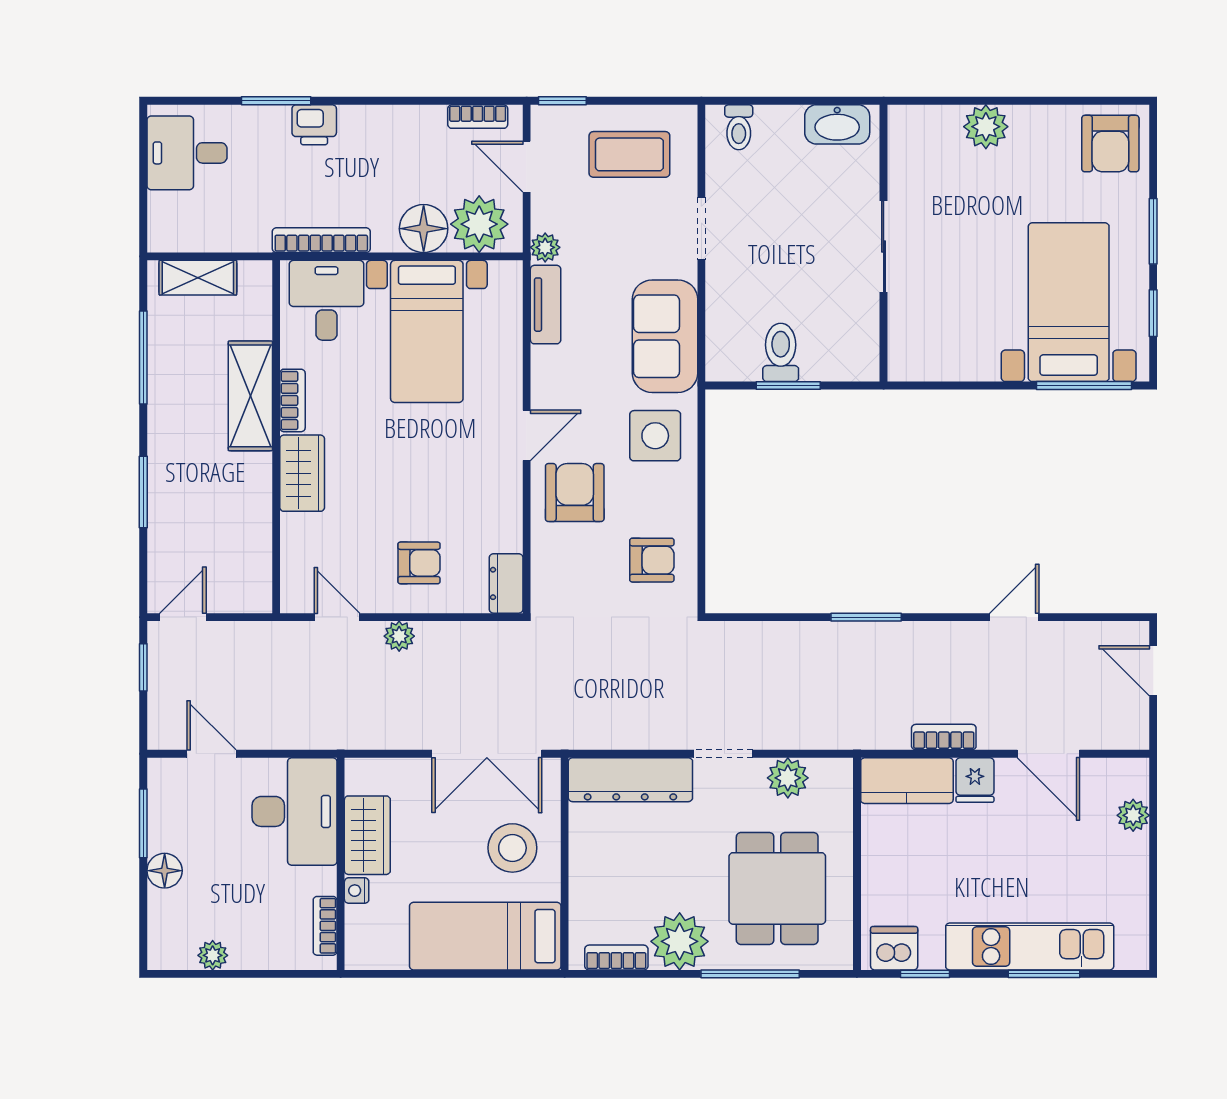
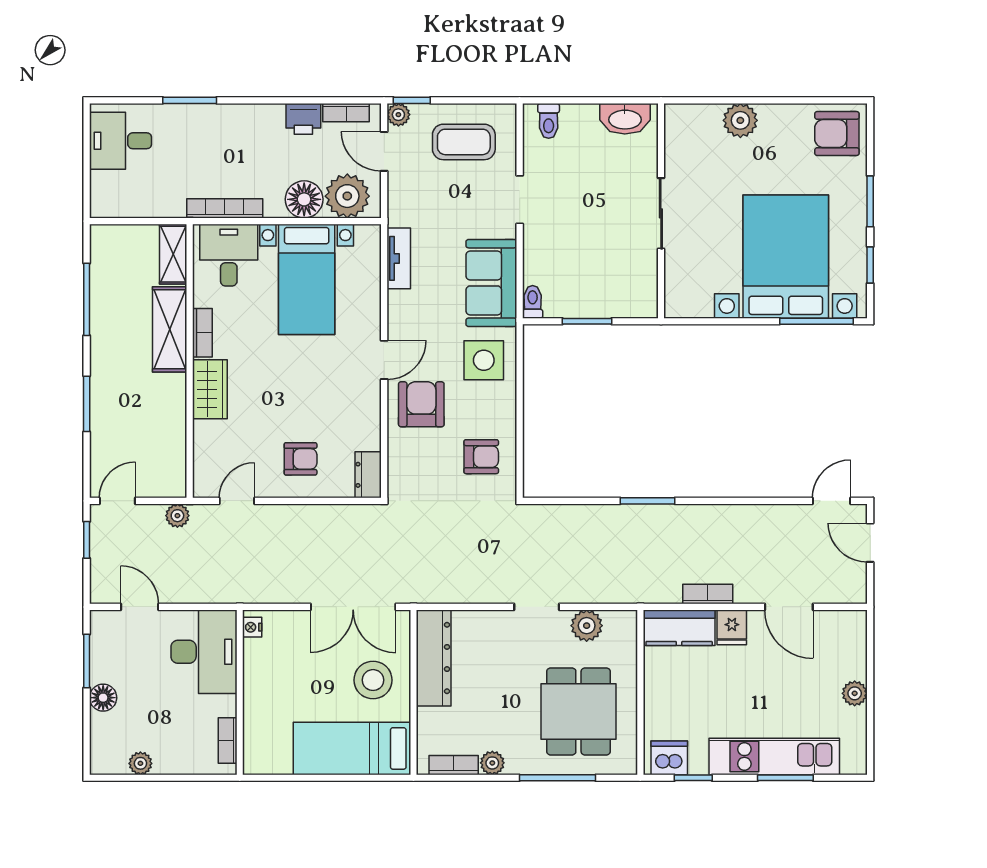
printer: (314, 125) -> (303, 119), moved
armchair: (1110, 144) -> (837, 134), turned 90
plant: (545, 247) -> (398, 115), moved
shelving: (198, 278) -> (173, 254), moved, turned 90
bed with nightstands: (1069, 302) -> (786, 257), width x1.36
toilet: (781, 352) -> (533, 302), moved, width x0.73, depth x0.72
door: (337, 617) -> (237, 501), hinge flipped
door: (1014, 617) -> (832, 501), moved
plant: (399, 636) -> (177, 516), moved
dresser: (630, 780) -> (434, 658), moved, turned -90
plant: (1133, 815) -> (855, 693), moved
wardrobe: (367, 835) -> (260, 670), removed
nightstand: (357, 891) -> (252, 627), moved
plant: (680, 941) -> (492, 763), width x0.53, depth x0.53

